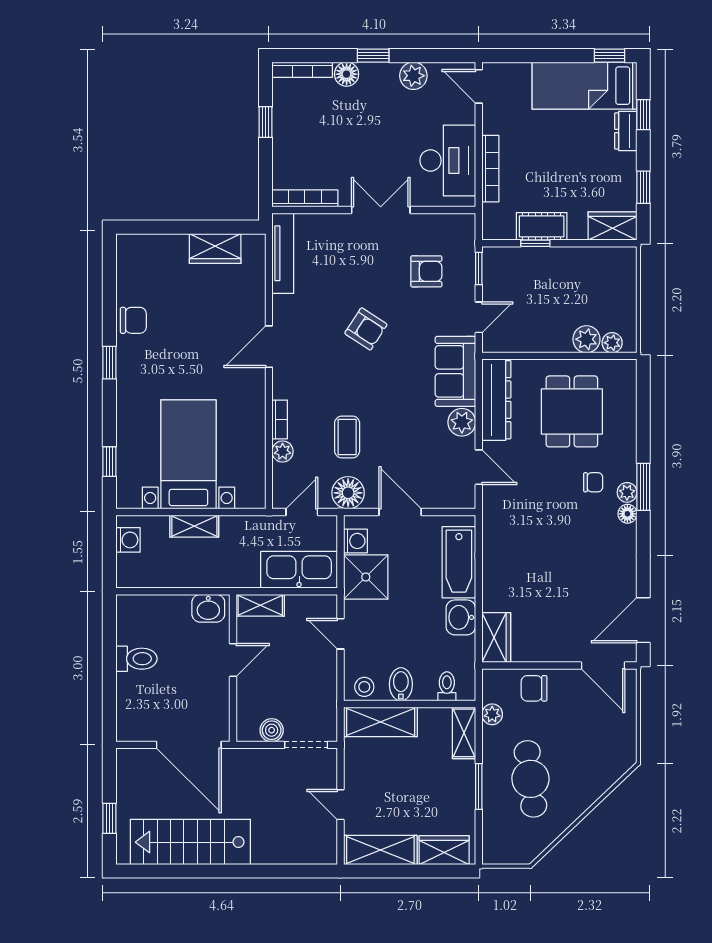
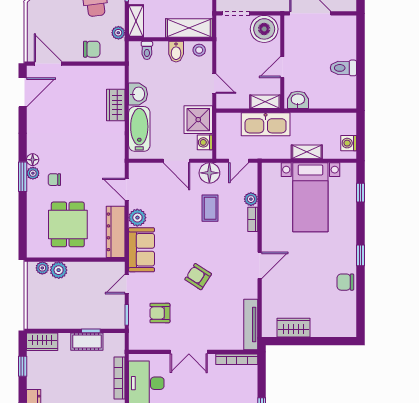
kitchen sink: (299, 570) -> (266, 124), moved
wardrobe: (496, 638) -> (116, 105), moved
boiler: (272, 730) -> (264, 29), width x1.86, depth x1.86

